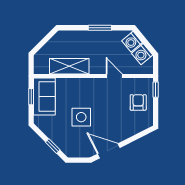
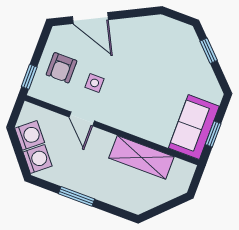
side table: (81, 117) -> (95, 83), moved, width x0.54, depth x0.54
door: (109, 151) -> (90, 18), moved

